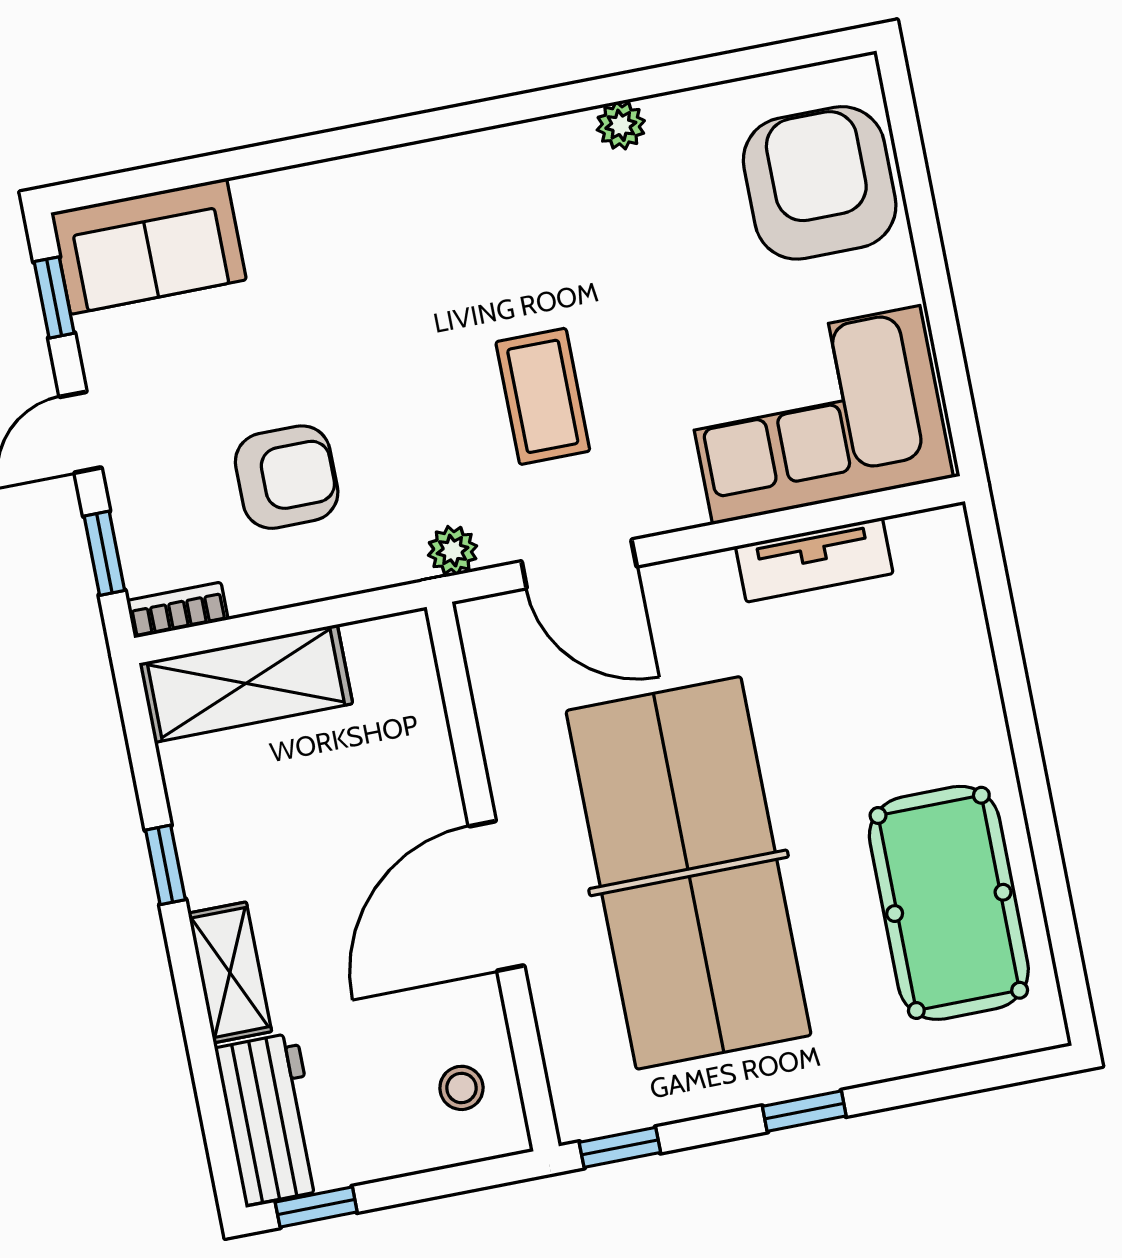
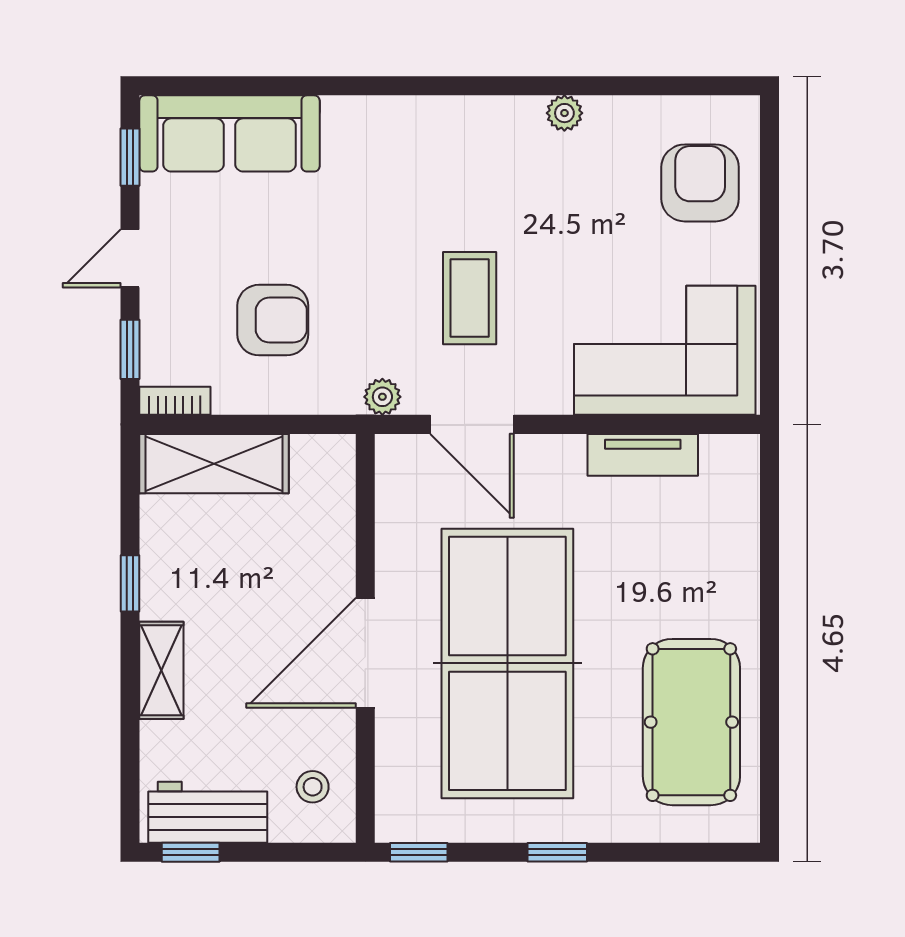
armchair: (820, 183) -> (700, 183), width x0.73, depth x0.73
sofa: (149, 246) -> (229, 133), width x1.36
workbench: (271, 1119) -> (208, 812), moved, turned -90

